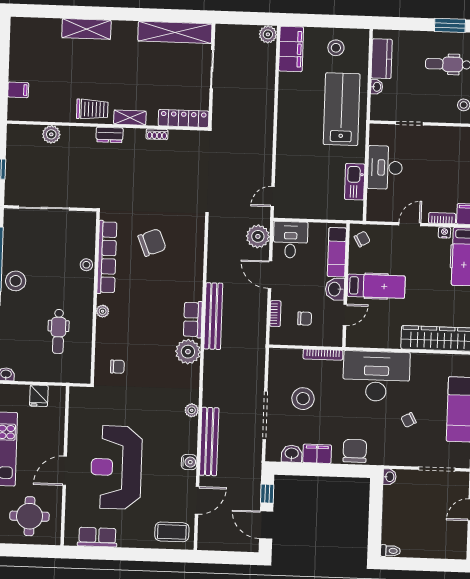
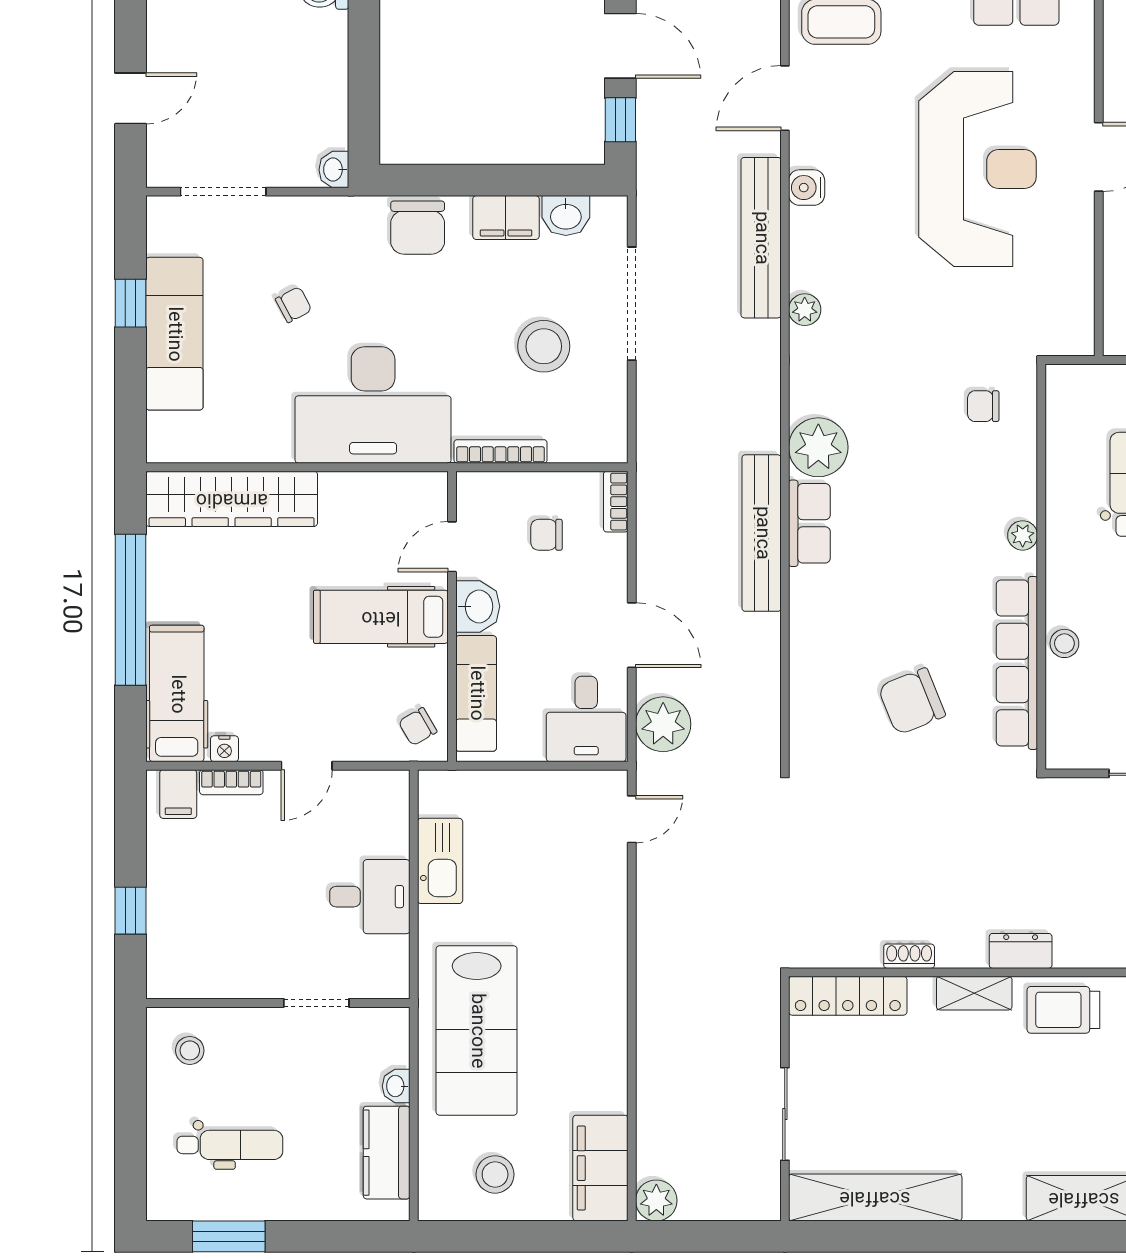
desk: (385, 168) -> (370, 897), width x0.73
bookcase: (275, 314) -> (616, 502), moved

